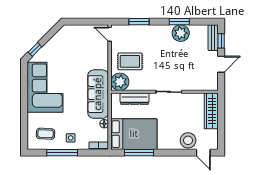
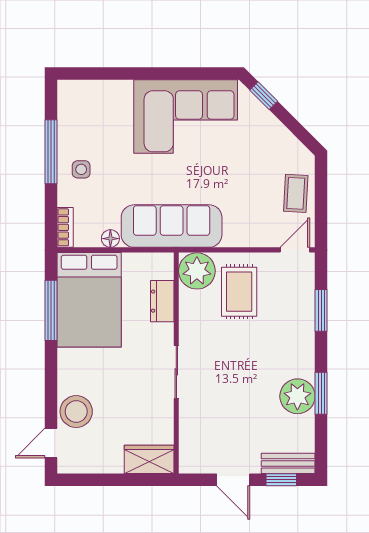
dresser: (135, 99) -> (162, 301), width x0.70
wardrobe: (211, 111) -> (149, 459), width x0.67
coffee table: (46, 134) -> (296, 193), moved

